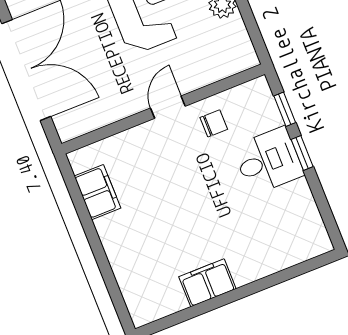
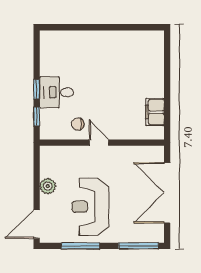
door: (168, 107) -> (99, 143), swing flipped
filing cabinet: (207, 283) -> (115, 40), removed

